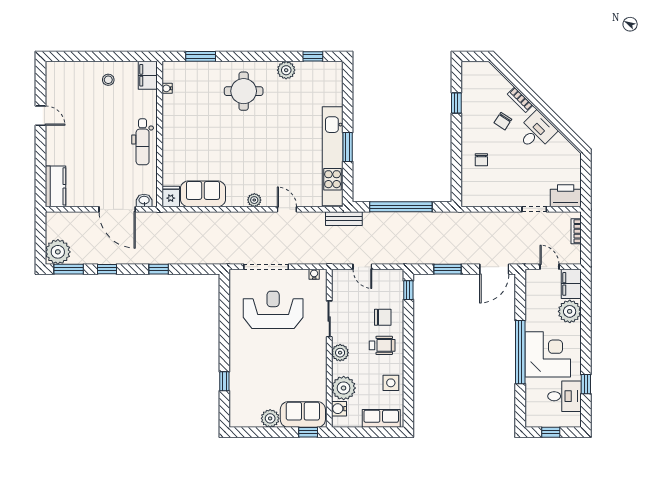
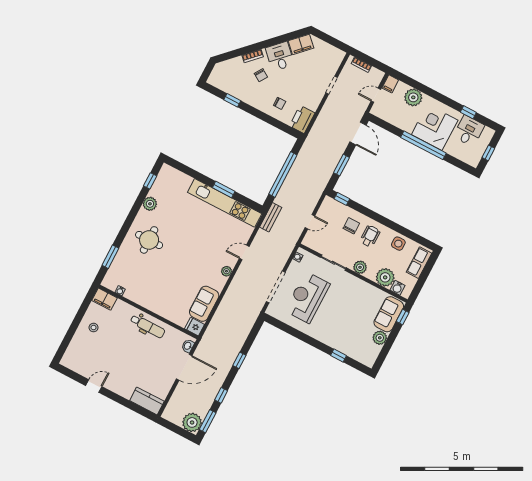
filing cabinet: (563, 149) -> (301, 44), added
printer: (566, 196) -> (302, 119), moved
filing cabinet: (571, 284) -> (390, 84), width x0.50

